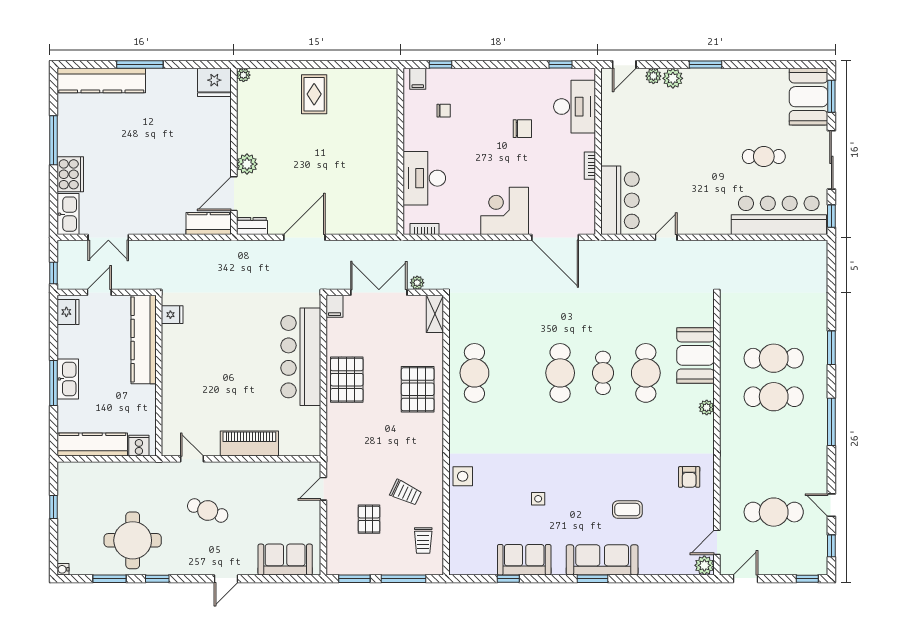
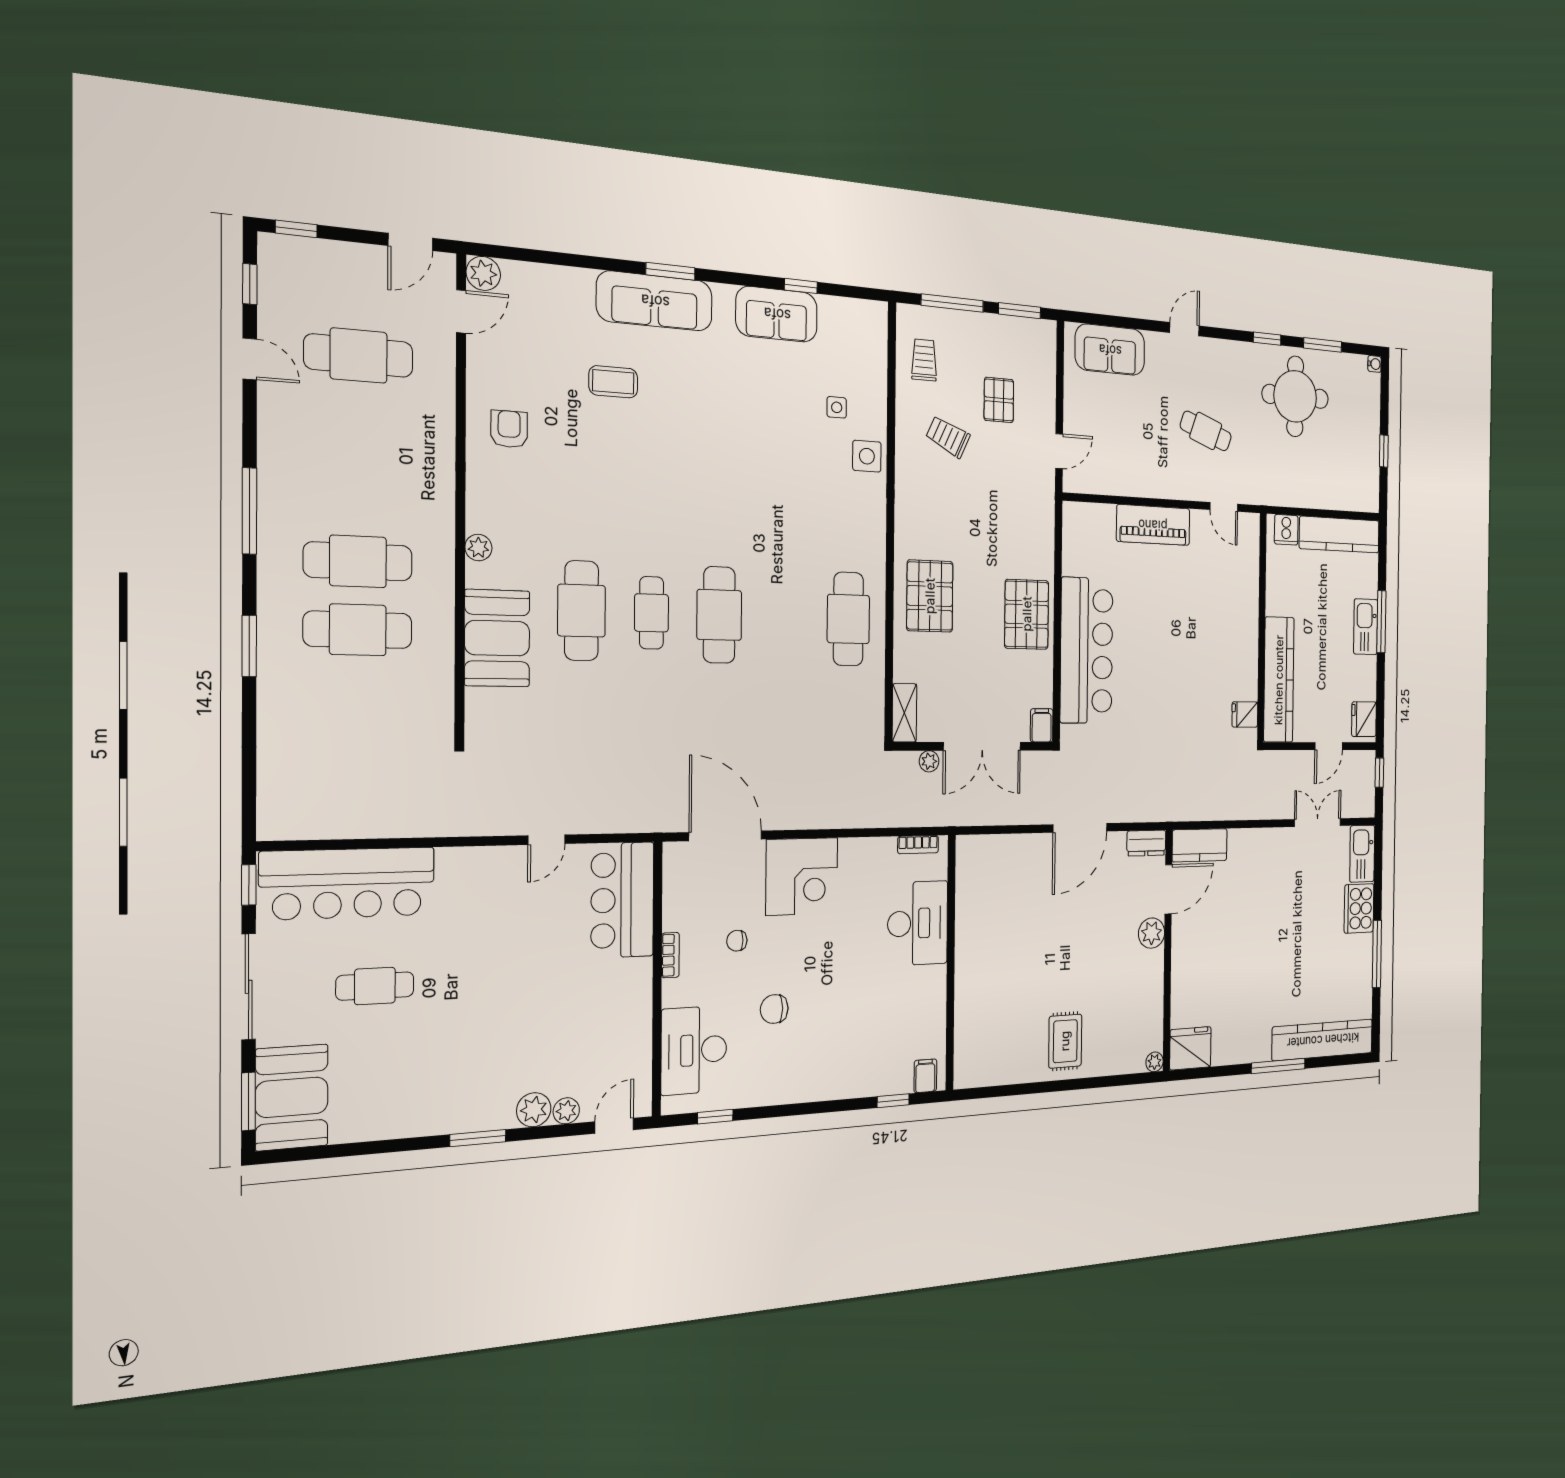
chair: (444, 111) -> (737, 941), moved
side table: (538, 499) -> (837, 407), moved

